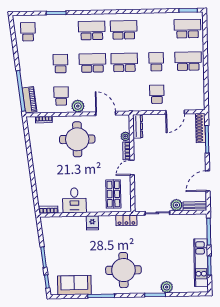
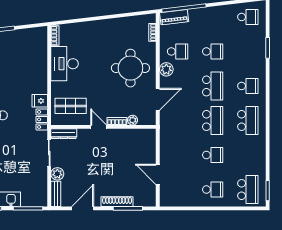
school desk: (92, 30) -> (248, 86), width x0.54
school desk: (188, 61) -> (213, 190), width x0.54
school desk: (157, 94) -> (178, 155), removed
dresser: (138, 126) -> (64, 134), moved
shoe rack: (201, 128) -> (117, 202), moved
door: (208, 181) -> (83, 208), hinge flipped
desk: (74, 200) -> (65, 64), width x1.37
fridge: (92, 223) -> (40, 101), moved

